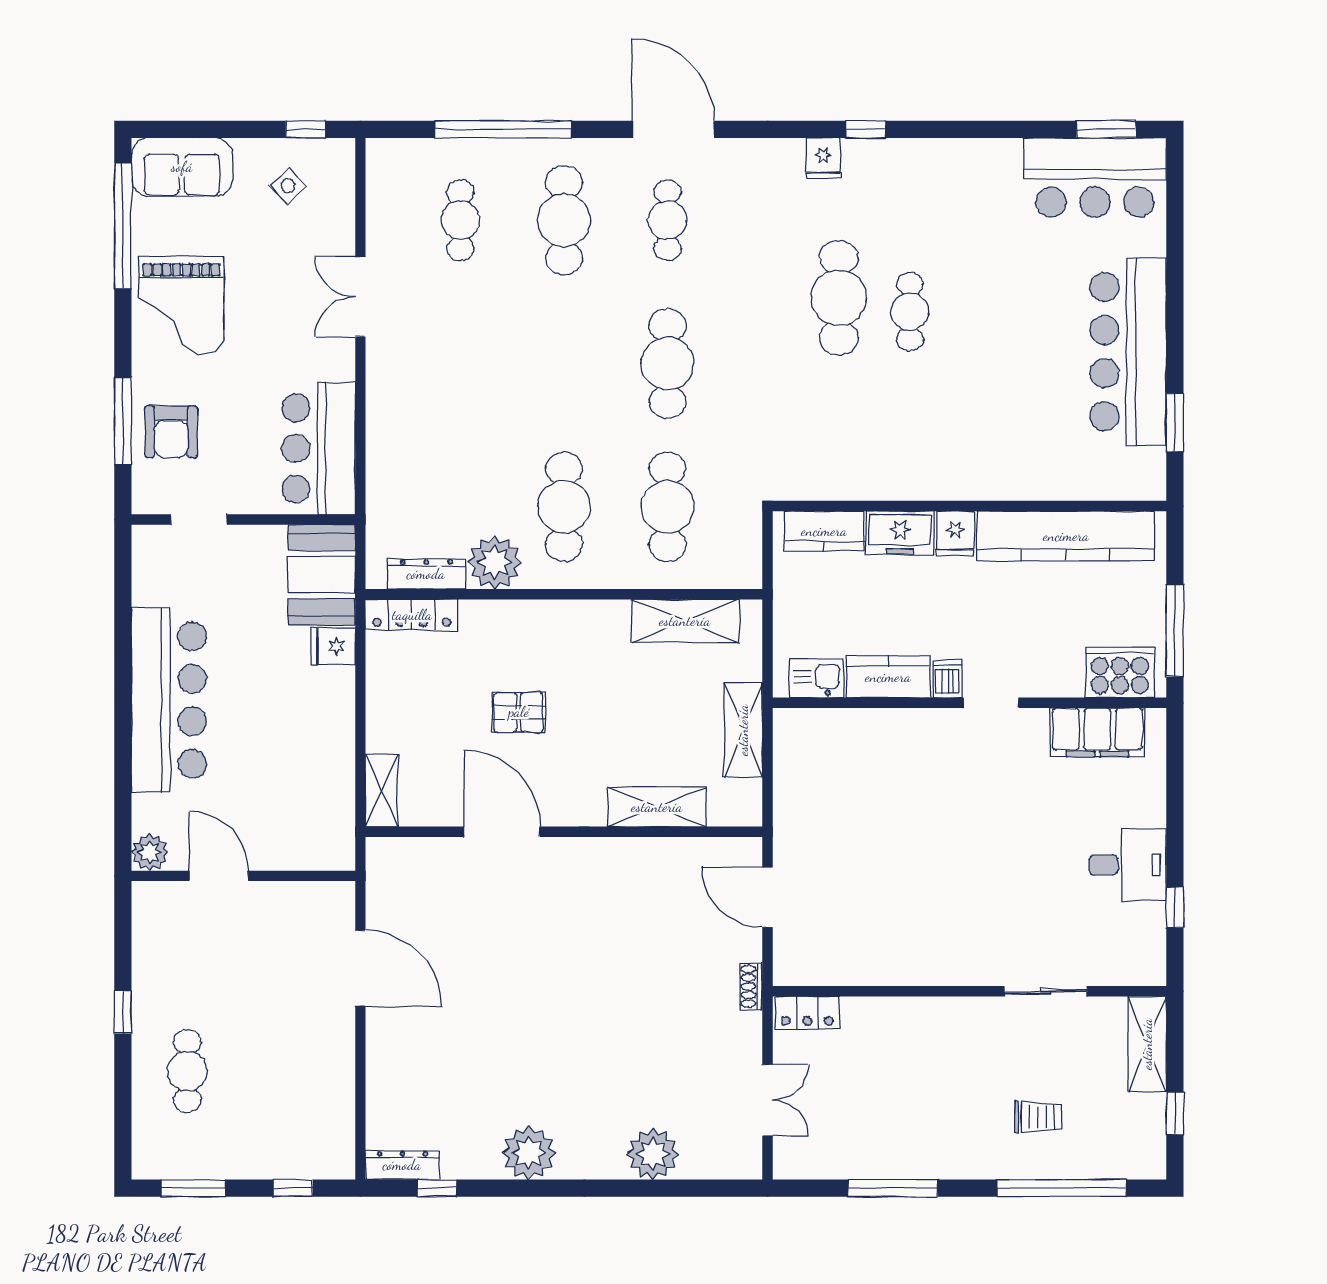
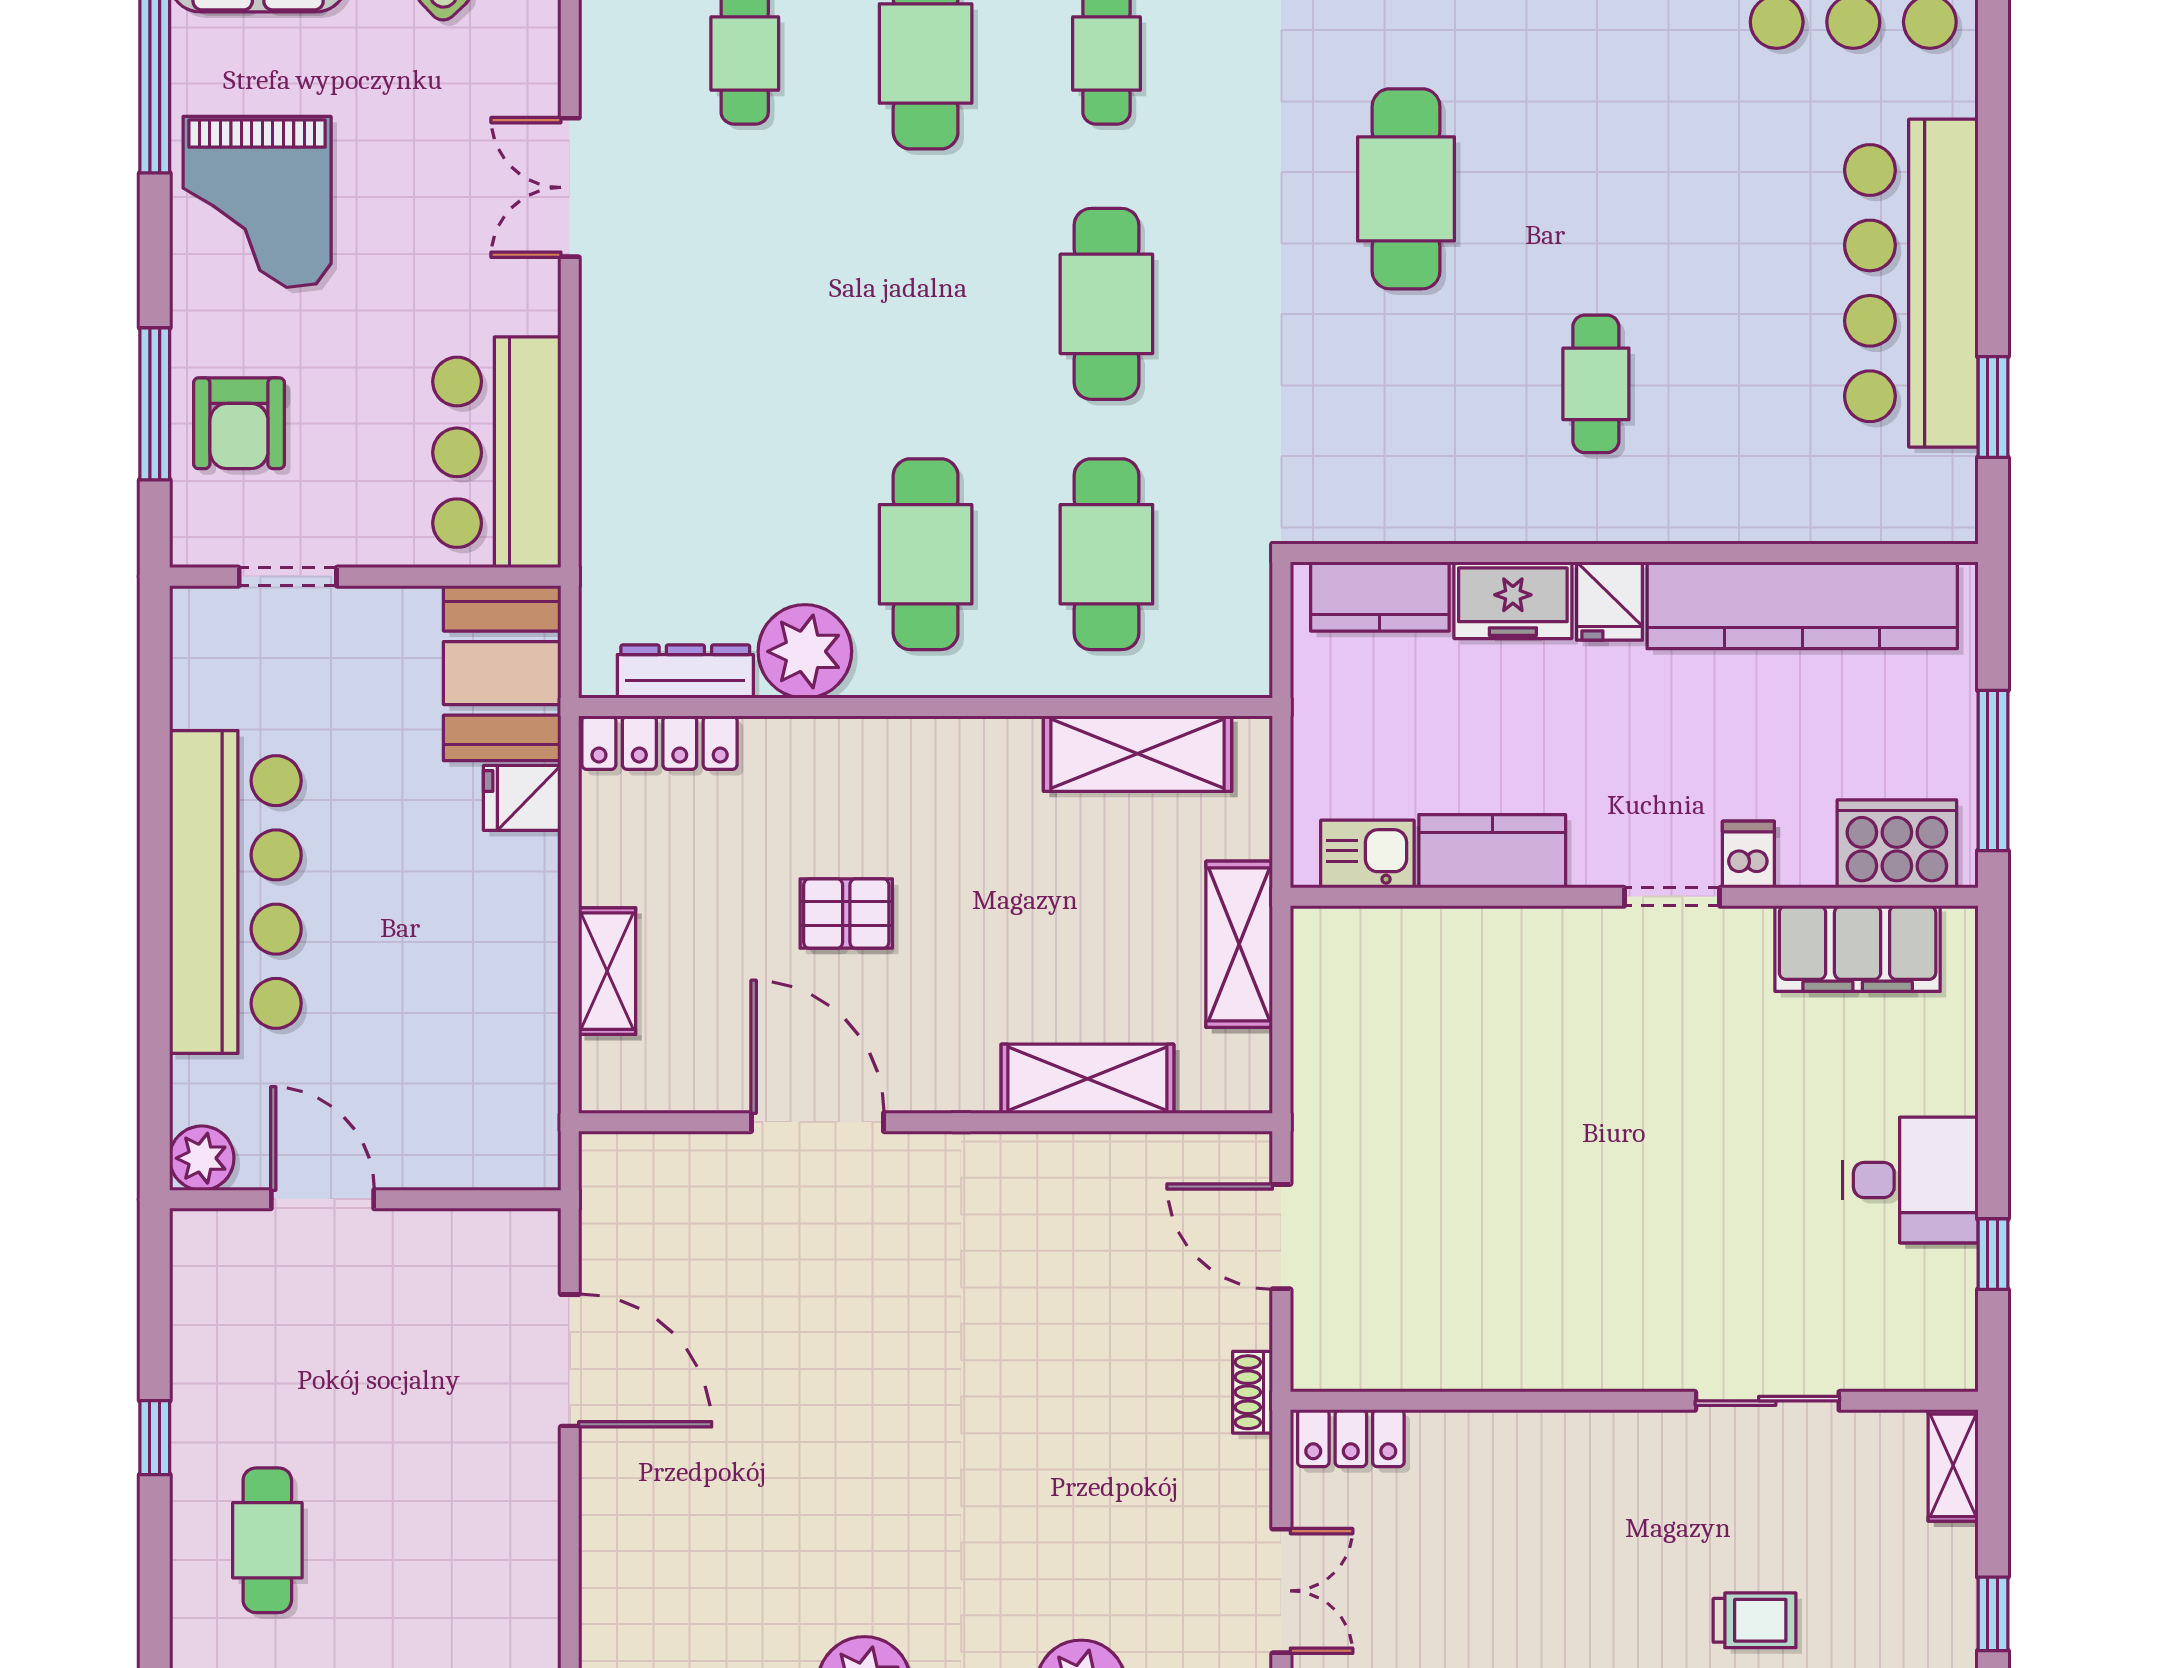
cafe table: (910, 312) -> (1596, 384), moved
dishwasher: (948, 679) -> (1748, 855), moved
shelving: (382, 790) -> (607, 971), moved
shelving: (1147, 1044) -> (1953, 1465), width x0.67, depth x0.75

